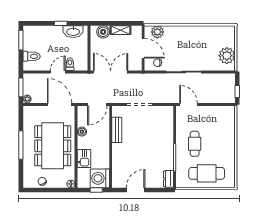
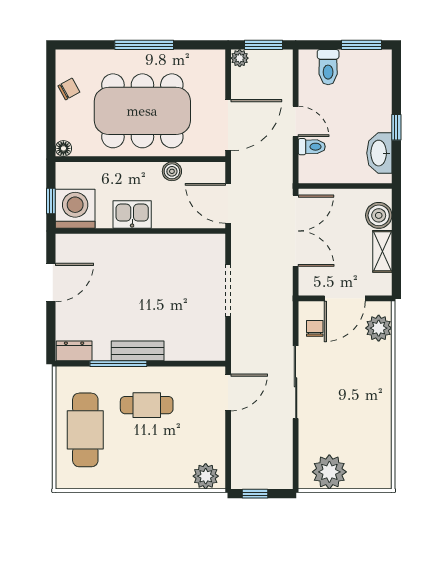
plant: (229, 115) -> (206, 476), added
bench: (117, 130) -> (138, 351), moved
kitchen sink: (84, 158) -> (132, 214), moved, turned 180
door: (136, 190) -> (51, 283), hinge flipped

